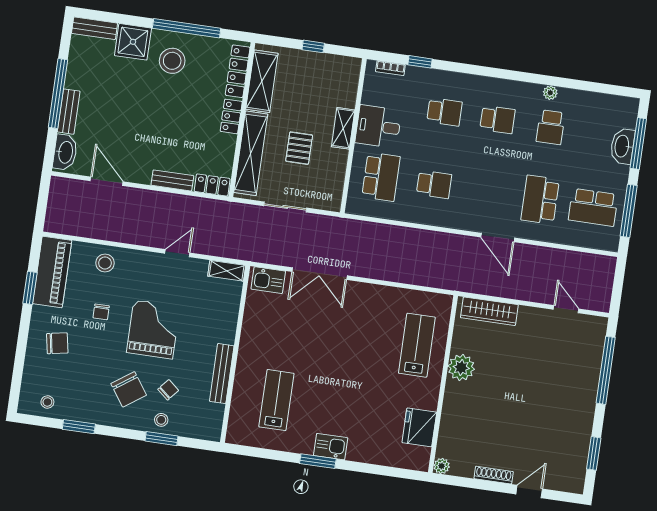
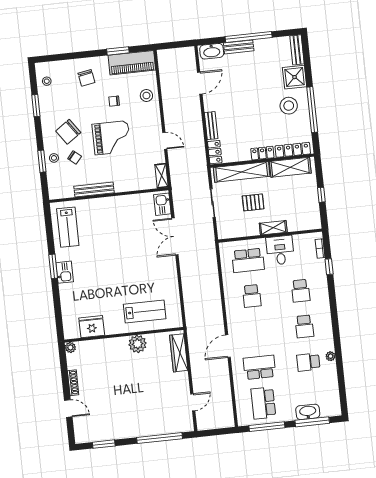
lab bench: (276, 400) -> (68, 227), moved, turned 90

